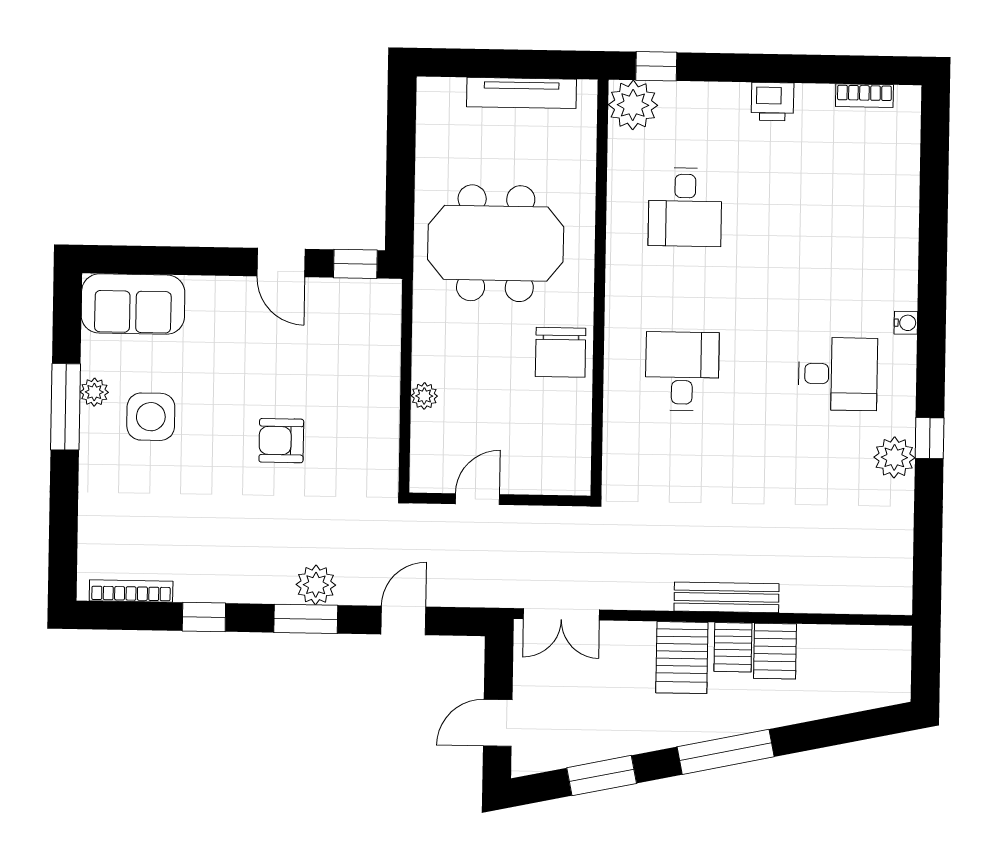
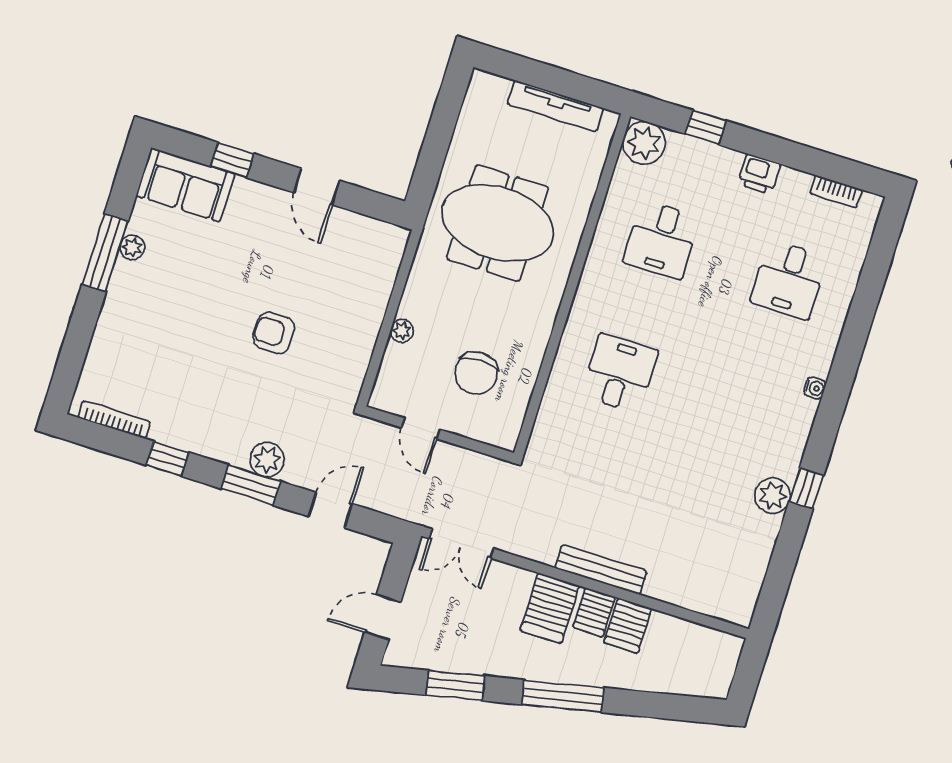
window: (656, 66) -> (706, 127), moved
window: (355, 264) -> (232, 160), moved
chair: (561, 352) -> (476, 373), moved
desk: (838, 374) -> (789, 280), moved, turned 90
side table: (151, 417) -> (173, 281), removed
door: (477, 499) -> (421, 428), swing flipped

